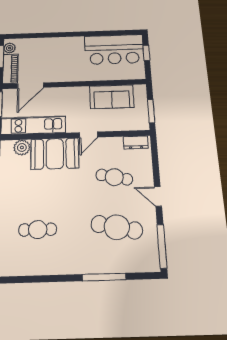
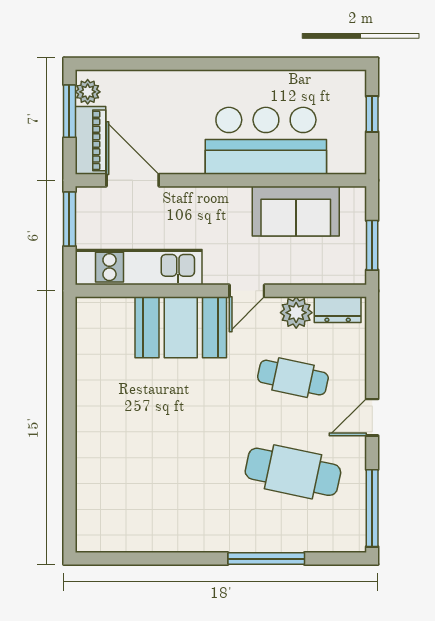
bar counter: (114, 49) -> (266, 141), moved, turned 180
door: (31, 86) -> (133, 180), swing flipped
plant: (22, 147) -> (296, 313), moved
door: (158, 196) -> (372, 417), hinge flipped
cafe table: (38, 230) -> (149, 472), removed

